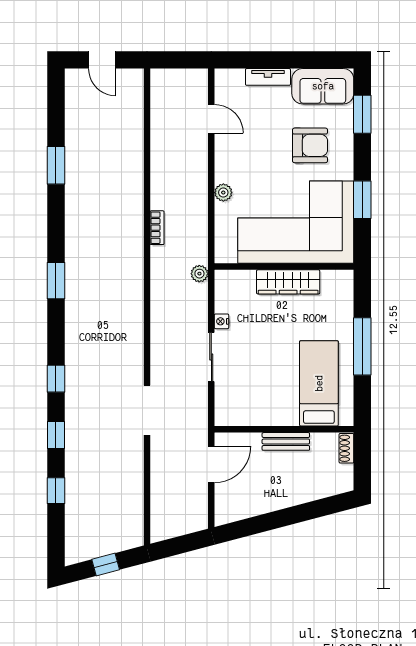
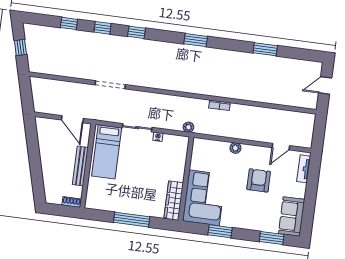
tv unit: (268, 77) -> (304, 169), moved
armchair: (310, 145) -> (259, 180), moved, turned 180
corner sofa: (296, 222) -> (204, 198), width x0.73, depth x0.74
wardrobe: (288, 282) -> (174, 201), moved
bed: (319, 383) -> (107, 152), moved, turned 90
bench: (286, 441) -> (80, 166), width x1.36

